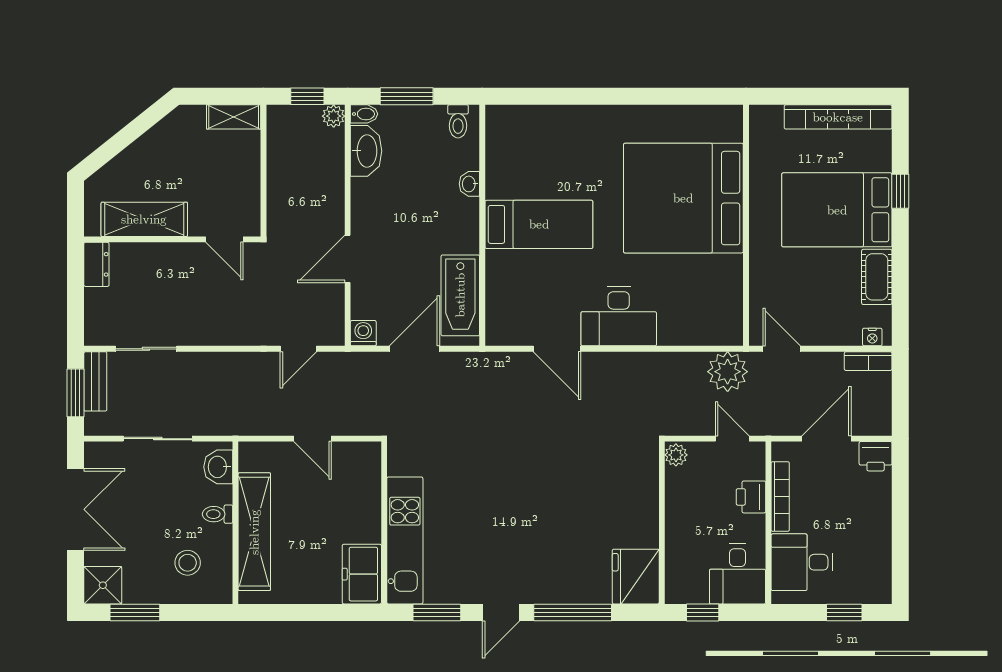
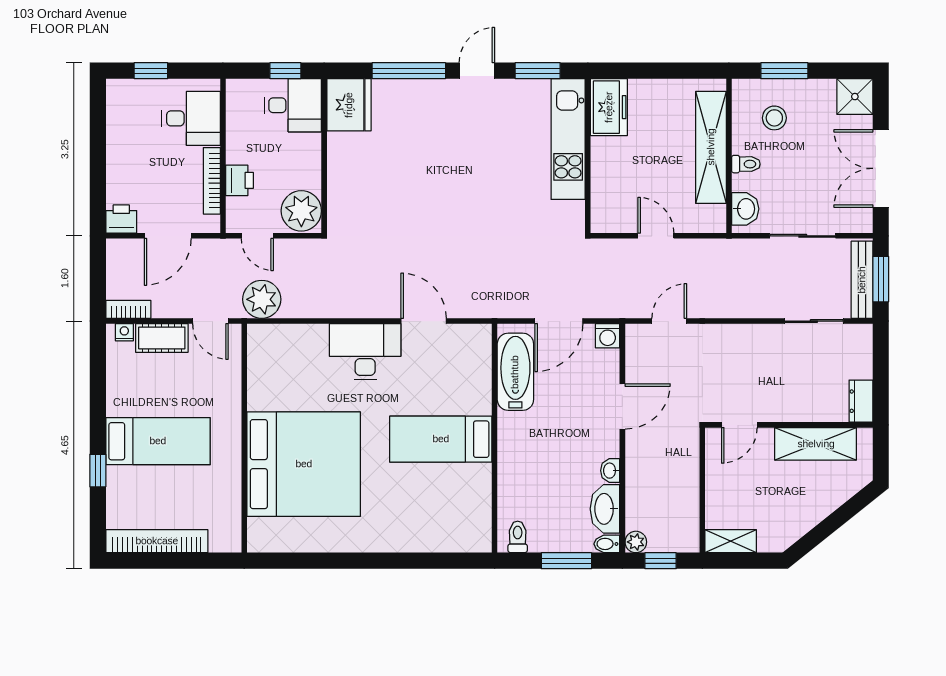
washbasin: (469, 184) -> (610, 471), moved, turned 180
bed: (837, 210) -> (158, 441), width x0.67
door: (224, 239) -> (739, 425), swing flipped
cot: (877, 277) -> (162, 338), moved, turned 90
bench: (95, 381) -> (862, 280), width x1.36
plant: (676, 455) -> (301, 211), width x1.87, depth x1.87
desk: (737, 574) -> (293, 105), moved, turned 90
window: (135, 612) -> (784, 71), moved

